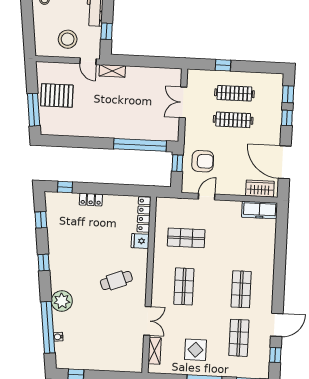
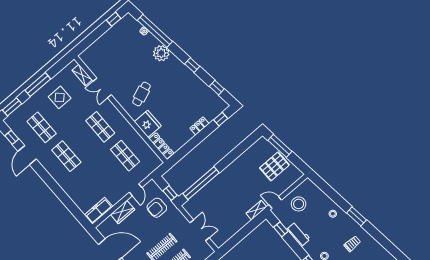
wardrobe: (260, 189) -> (123, 212), moved
shop shelf: (186, 238) -> (125, 156), turned 90
fridge: (140, 241) -> (148, 124), width x1.88, depth x1.34

